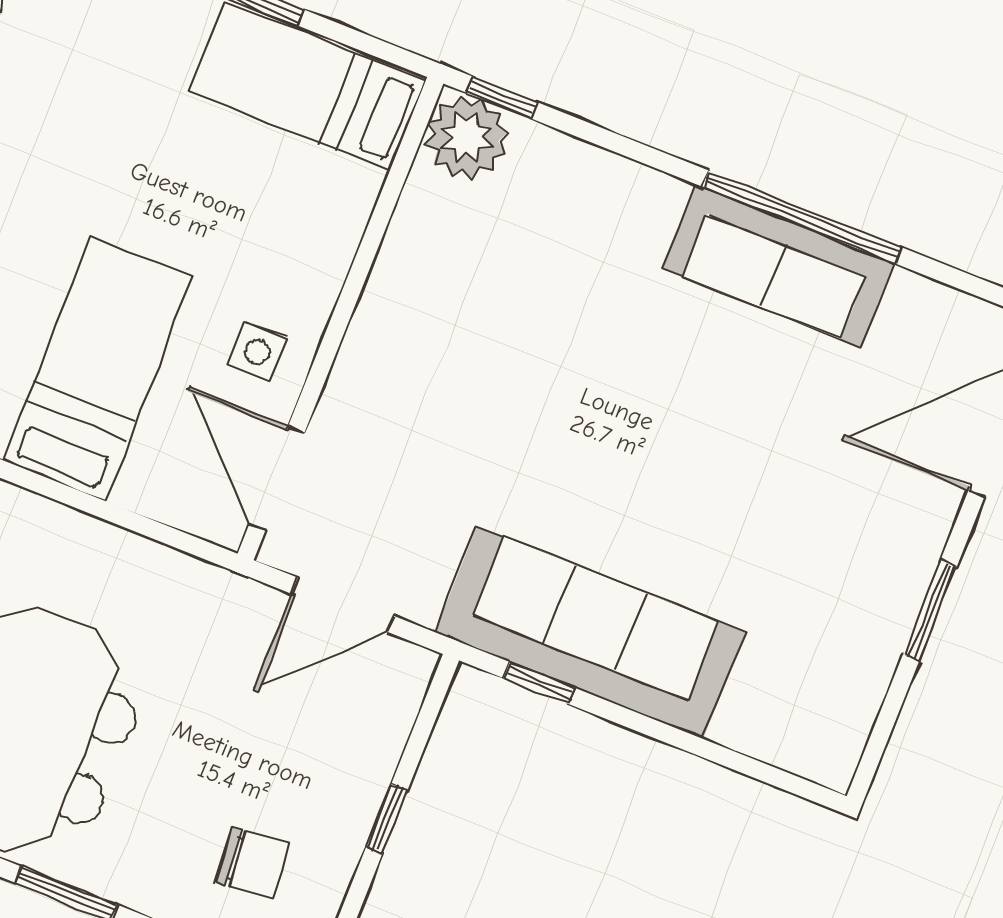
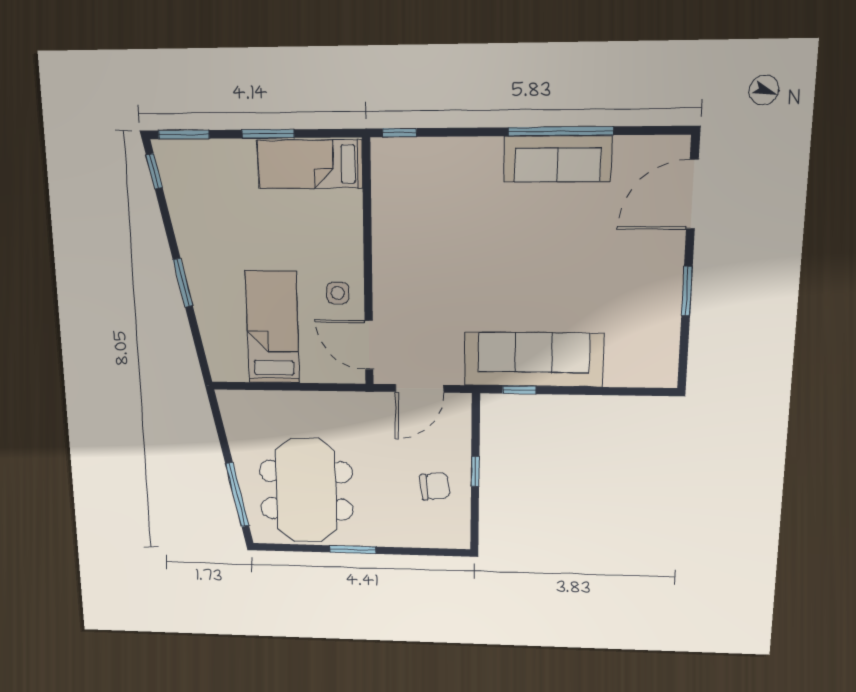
plant: (467, 138) -> (391, 158), removed
chair: (252, 863) -> (435, 486), moved

